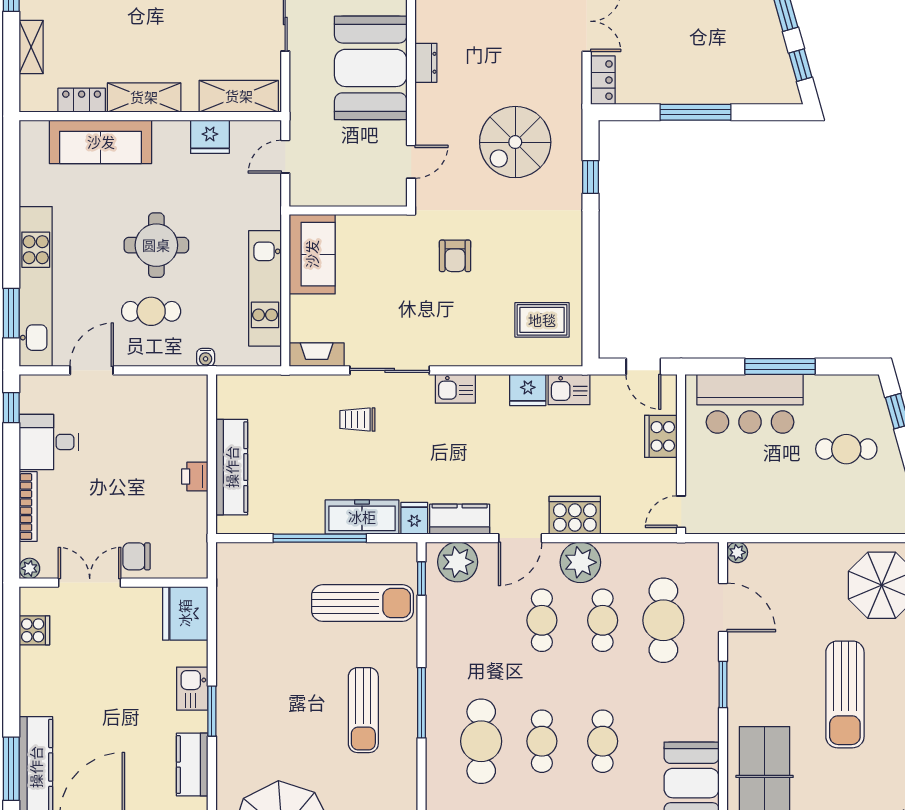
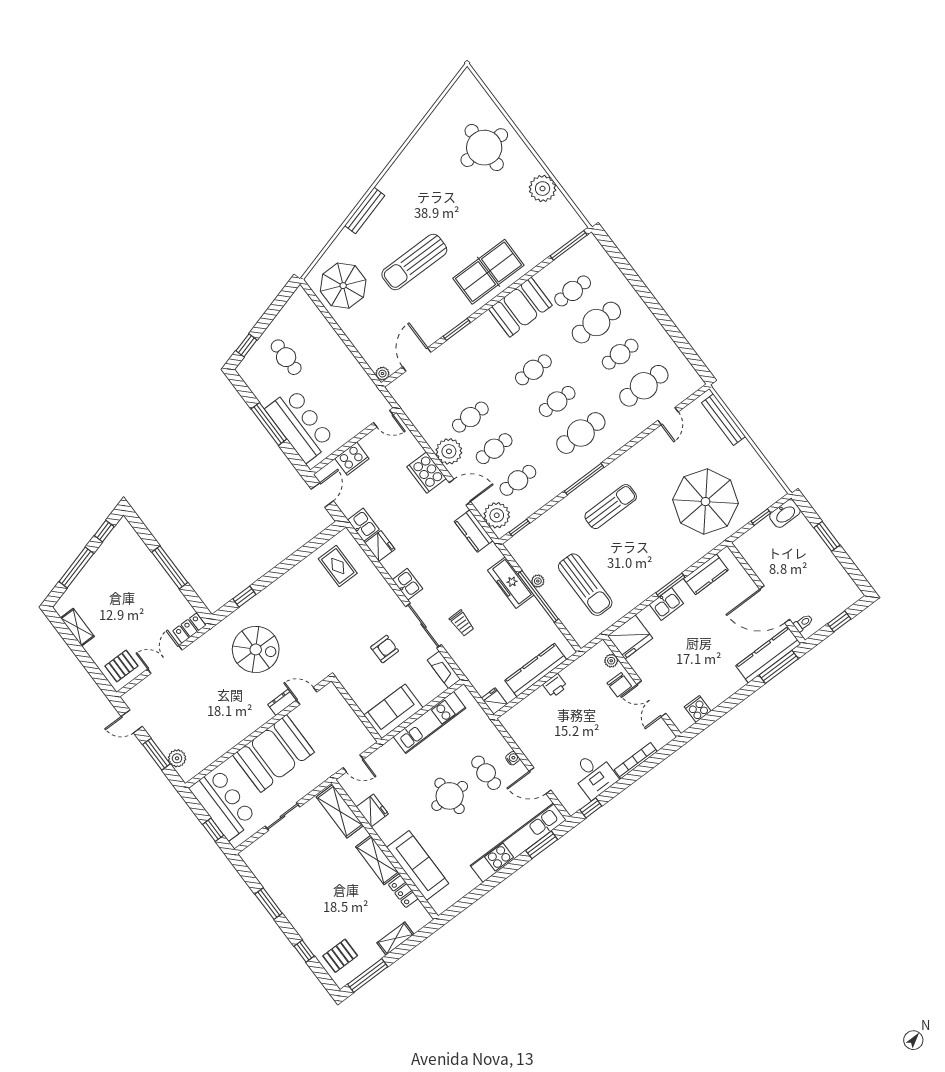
dresser: (426, 63) -> (282, 702), moved
armchair: (455, 256) -> (385, 649), moved
water cooler: (206, 357) -> (513, 758), moved
fridge: (414, 518) -> (494, 701), moved, turned 90
plant: (339, 552) -> (538, 581), added
plant: (29, 568) -> (611, 661), moved
sun lounger: (363, 603) -> (585, 585), moved, turned 180
cafe table: (663, 620) -> (518, 480), moved, width x0.73, depth x0.74
sun lounger: (845, 694) -> (414, 262), turned 180

